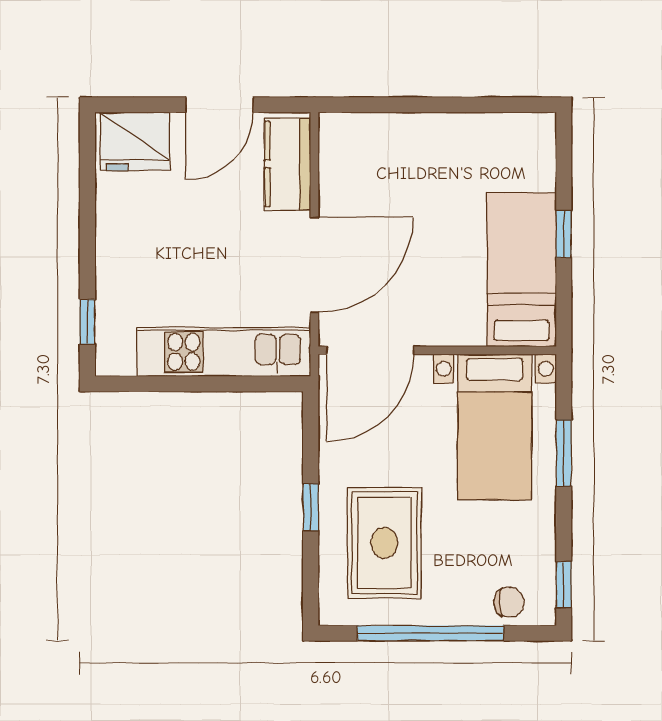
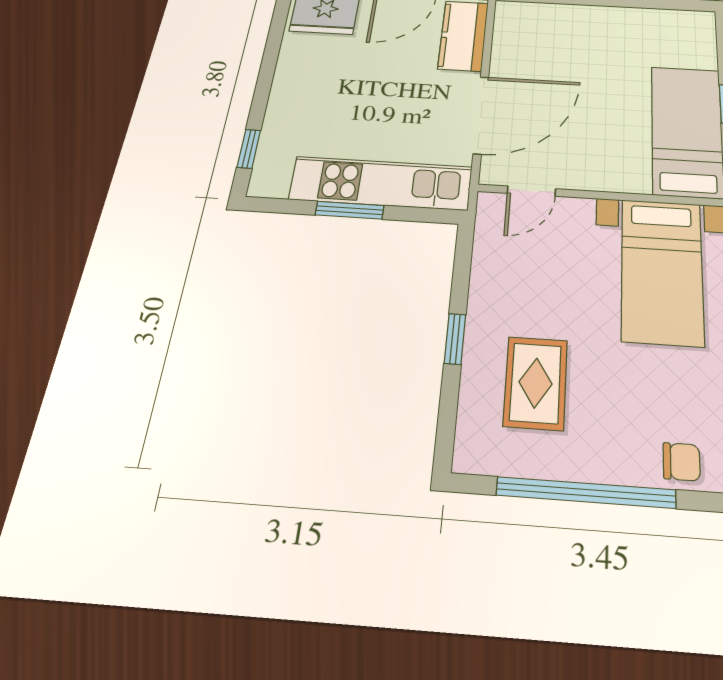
door: (370, 350) -> (531, 191), width x0.53
window: (198, 384) -> (350, 210), added
rug: (384, 543) -> (536, 383), width x0.73, depth x0.70

